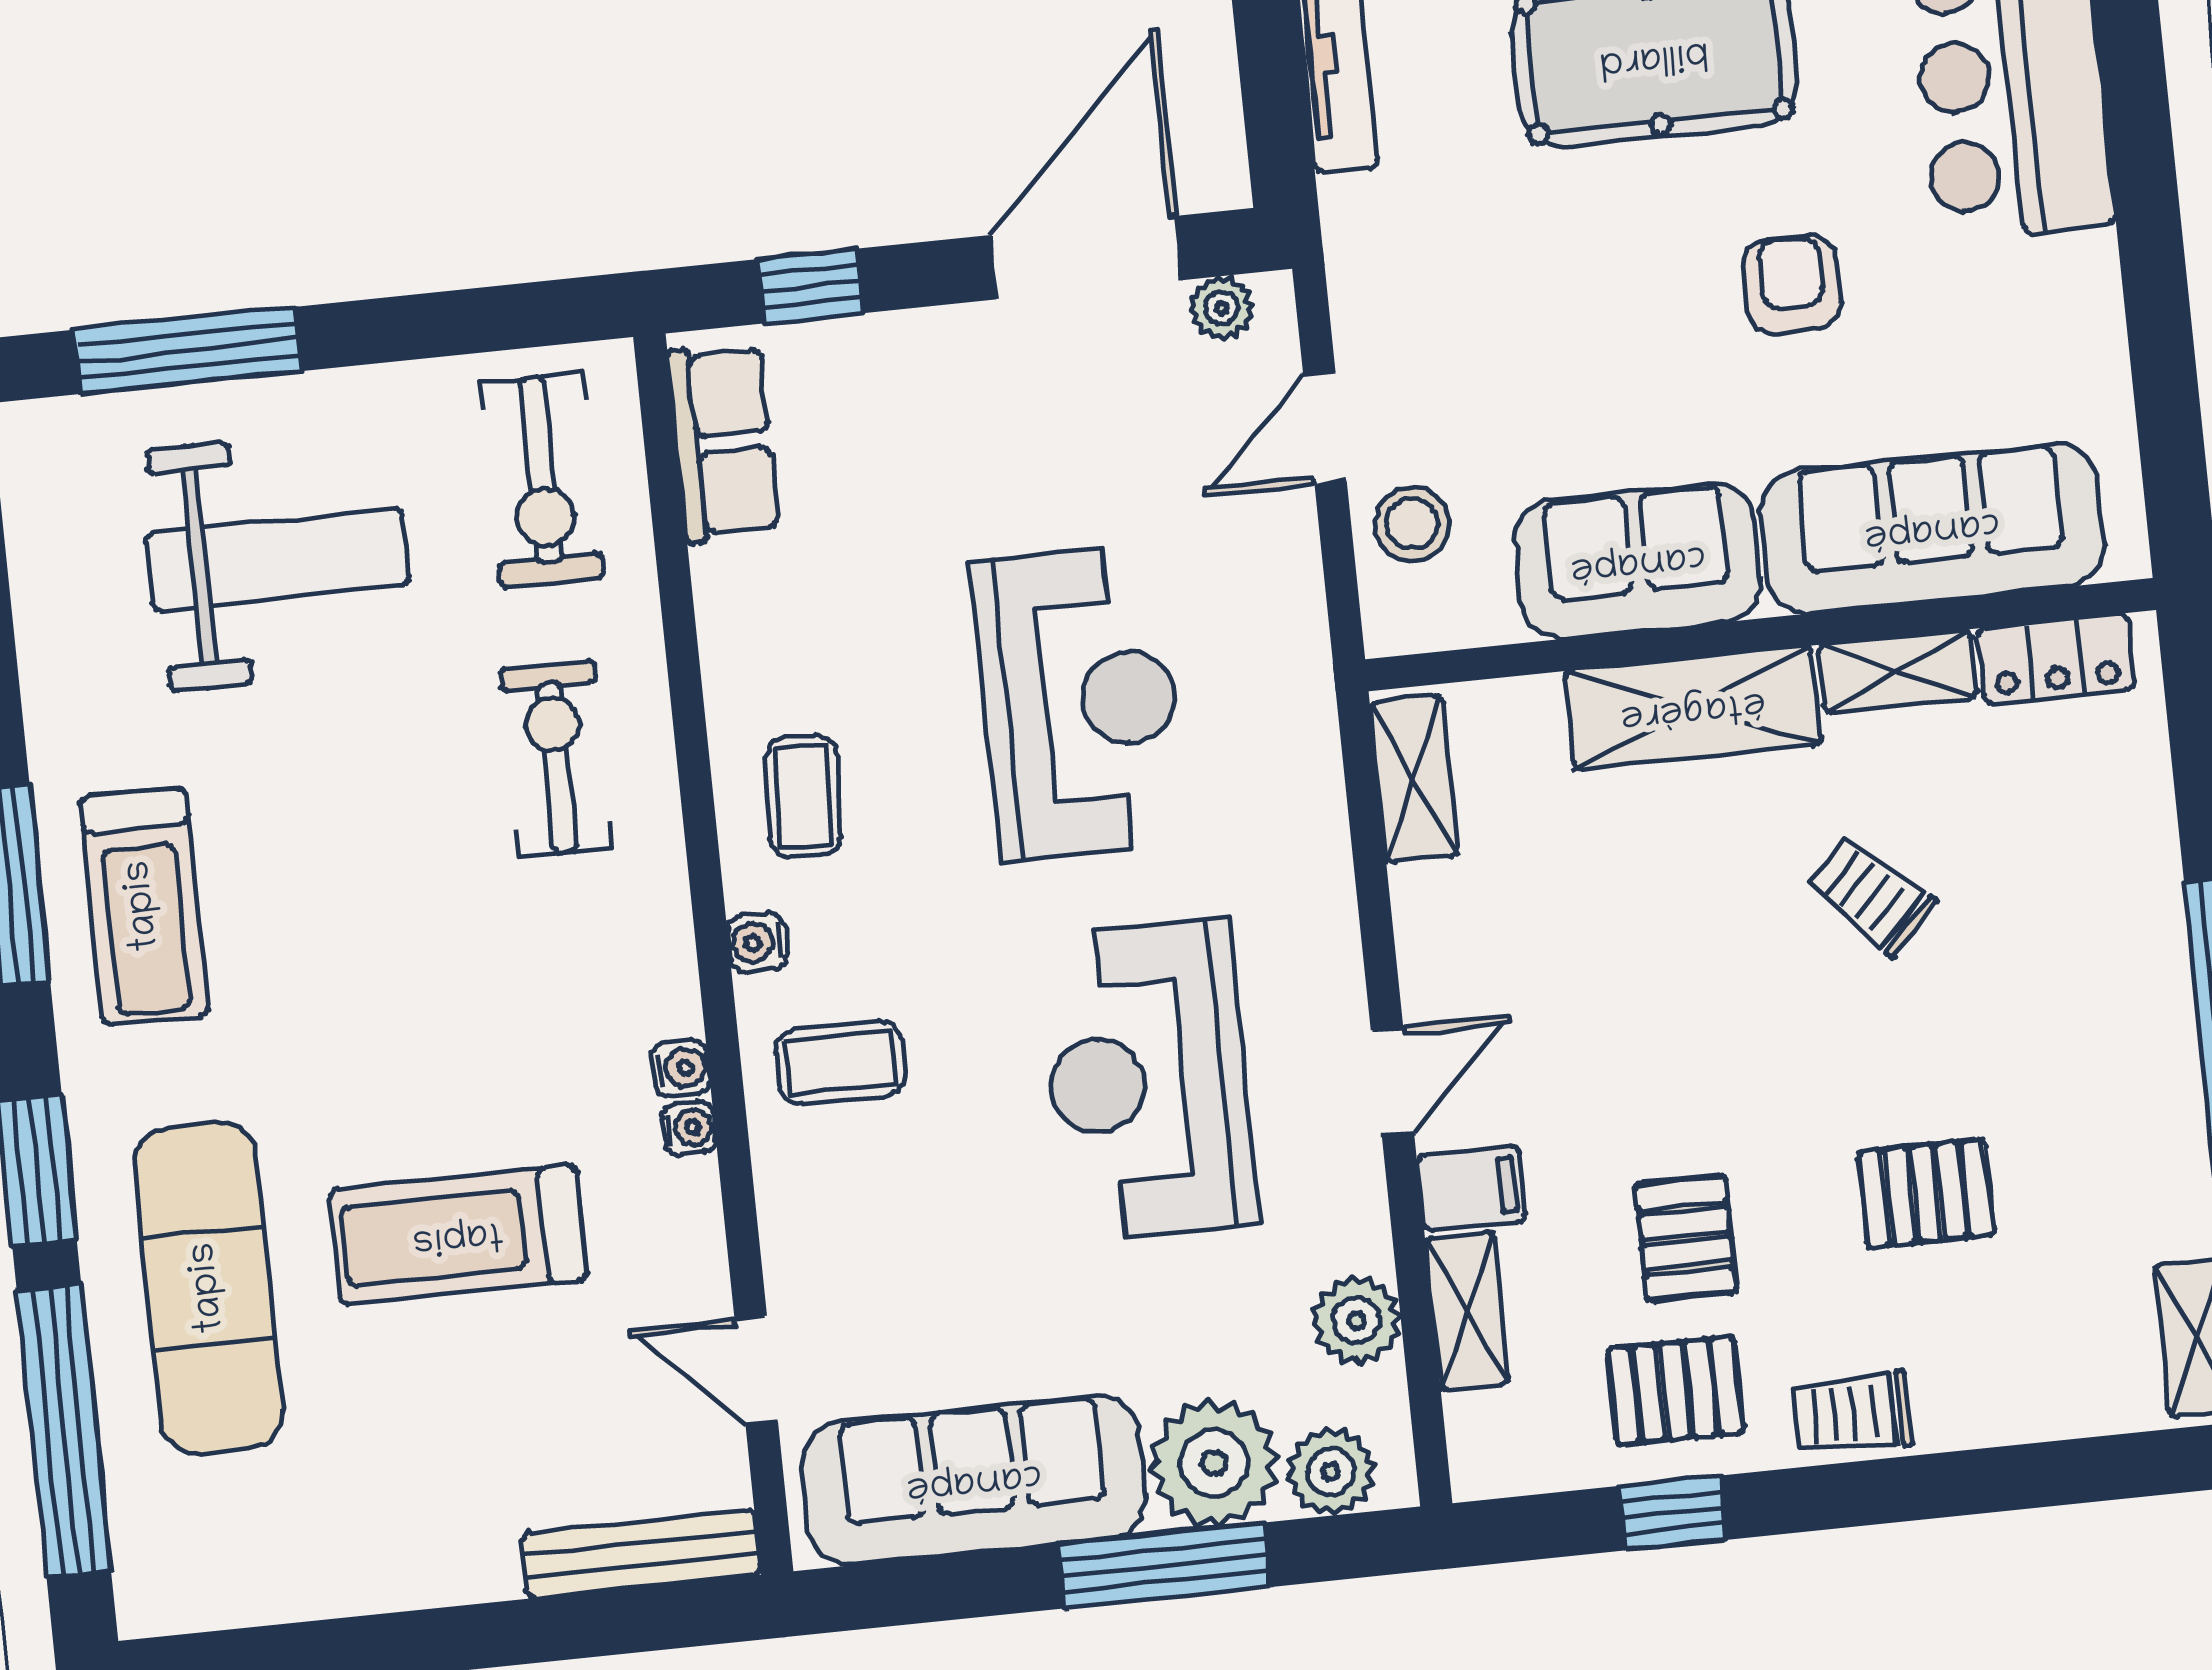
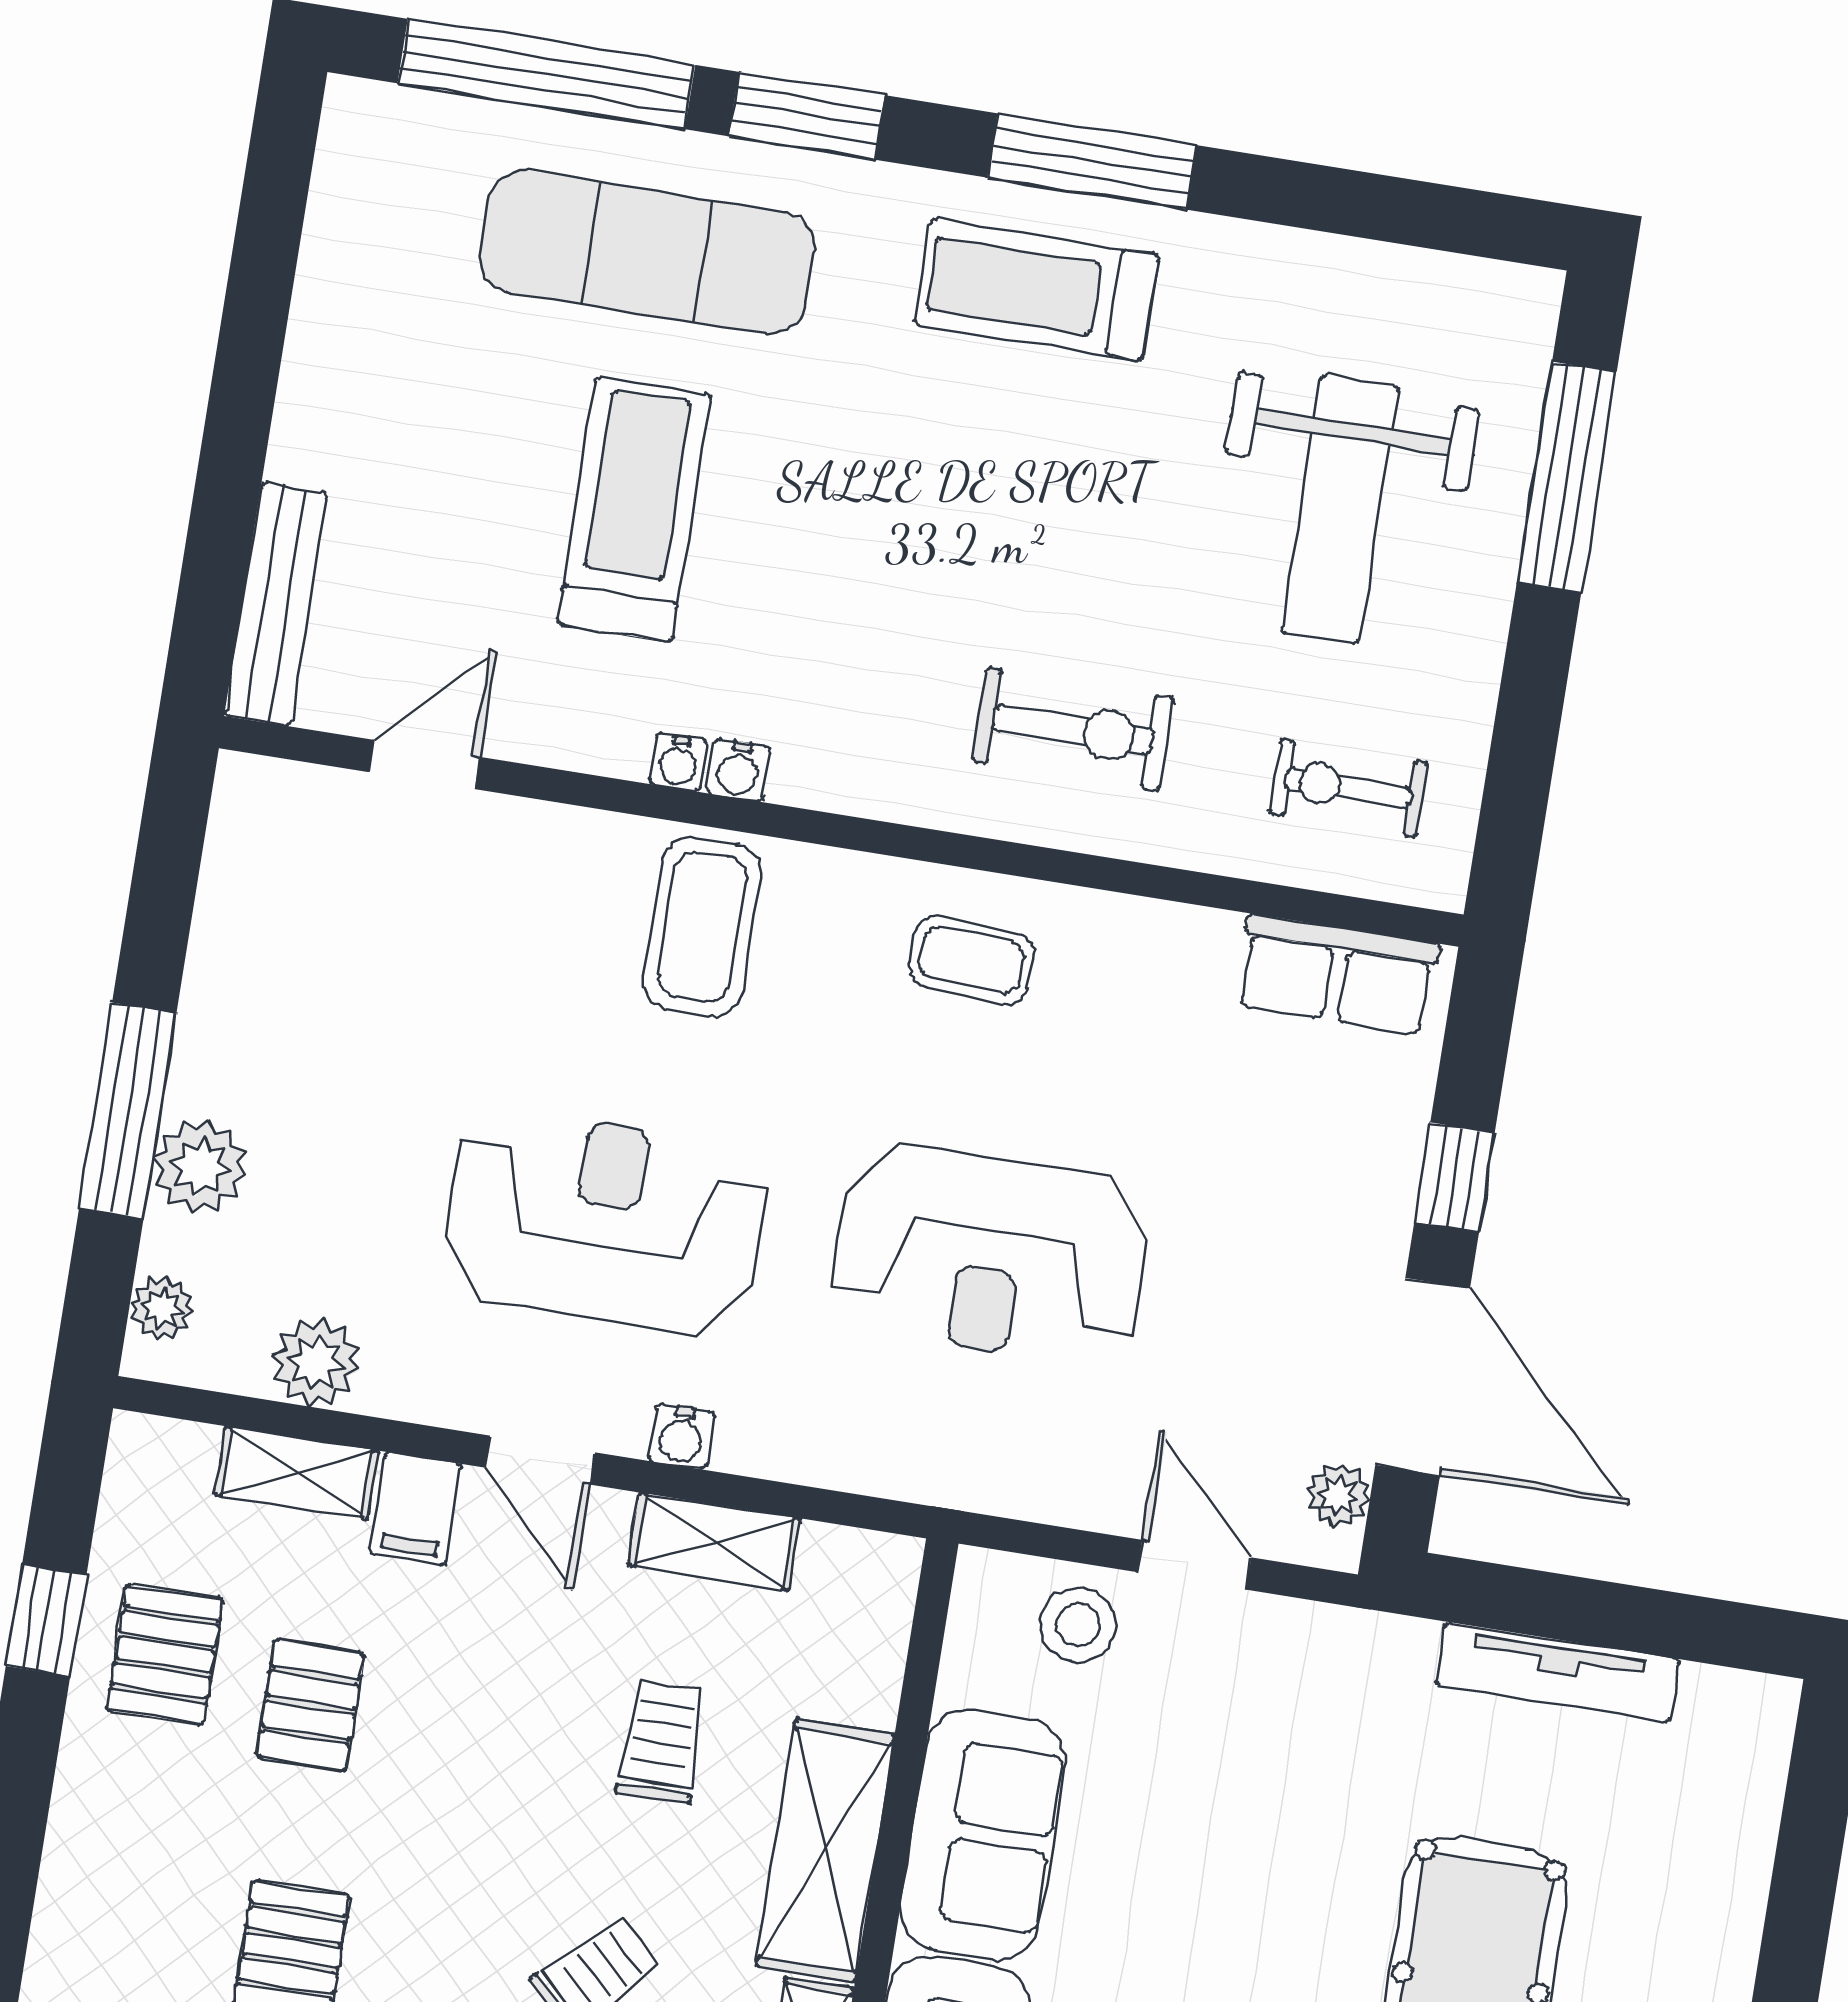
window: (811, 286) -> (1455, 1177), moved
exercise bike: (542, 480) -> (1348, 788), width x0.73, depth x0.72
shelving: (1414, 779) -> (714, 1541), moved
water cooler: (757, 942) -> (682, 1437), moved, turned 180
coffee table: (840, 1063) -> (702, 927), width x1.36, depth x1.30
pallet: (1686, 1238) -> (310, 1705), turned 90
trolley: (1852, 1413) -> (661, 1742), moved
plant: (1214, 1463) -> (200, 1167), width x0.73, depth x0.73
plant: (1331, 1472) -> (162, 1308), width x0.73, depth x0.73
sofa: (974, 1480) -> (261, 948), removed

